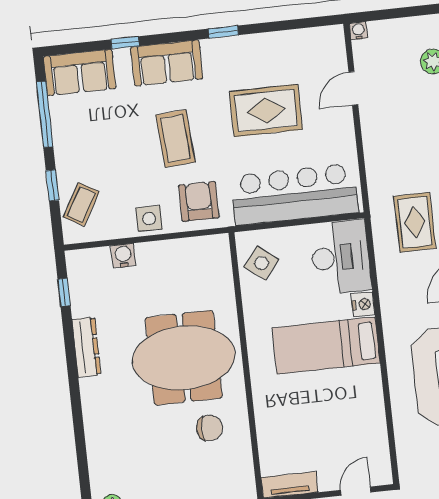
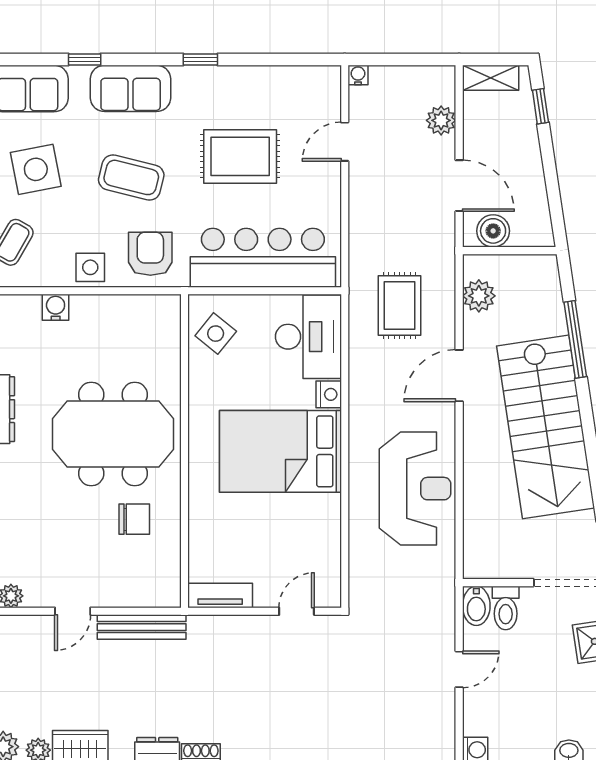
coffee table: (175, 138) -> (131, 177), turned -72
side table: (94, 140) -> (36, 169), added
bed: (326, 345) -> (280, 451), width x1.50

